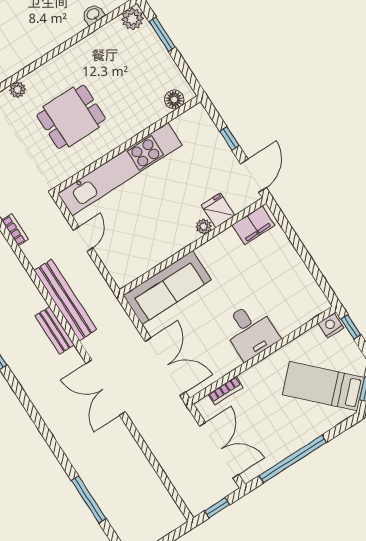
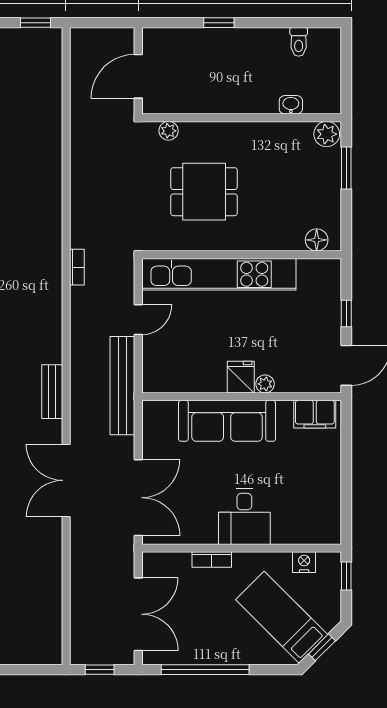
fridge: (218, 210) -> (241, 377), moved
sofa: (167, 287) -> (227, 421), moved
bench: (65, 300) -> (122, 386), moved
nightstand: (331, 326) -> (304, 562), moved
bookcase: (226, 391) -> (212, 560), moved

